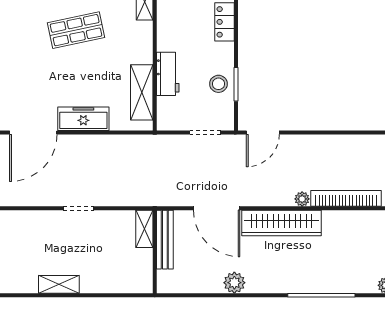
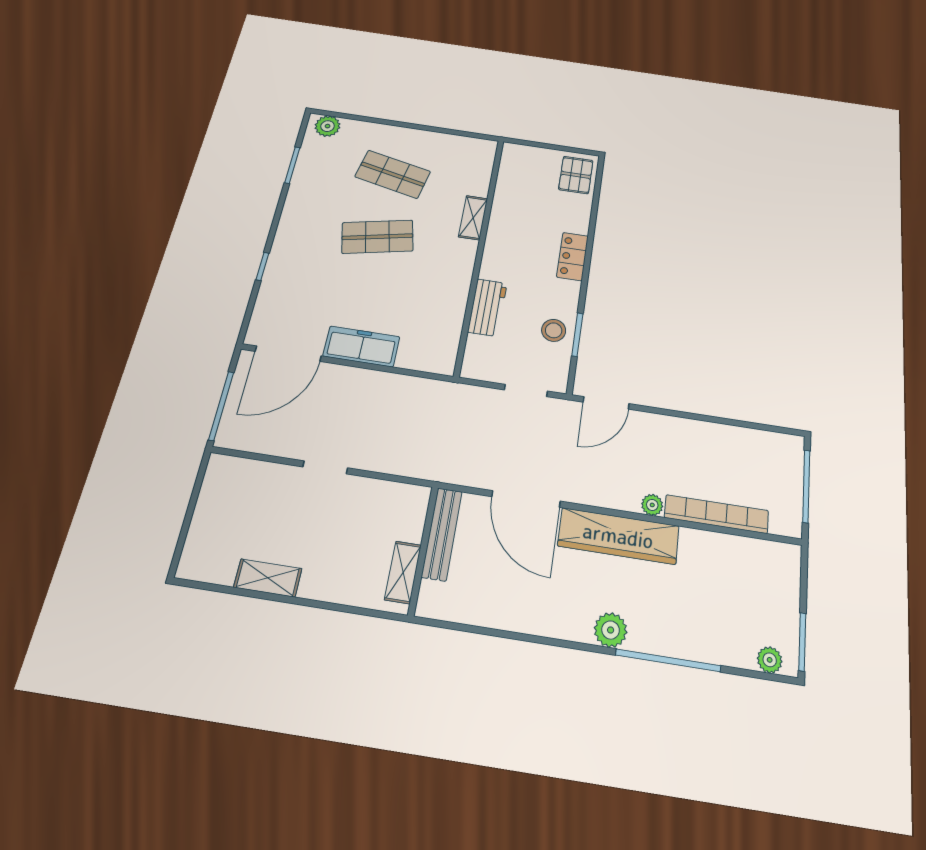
shelving: (142, 92) -> (448, 325), removed
shelving: (144, 229) -> (403, 572), moved
plant: (234, 283) -> (611, 630), moved

